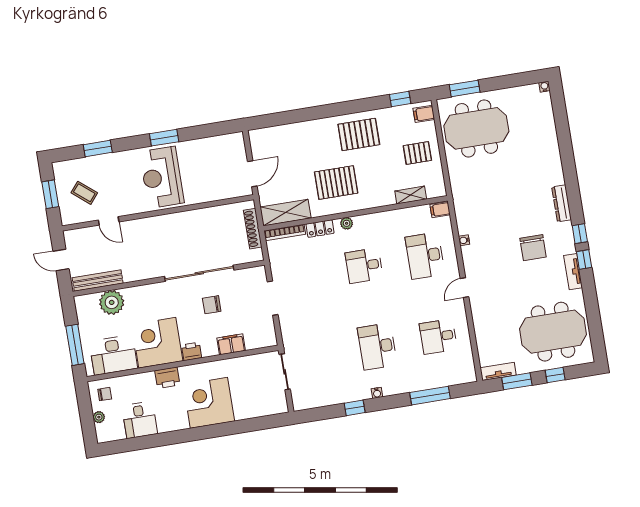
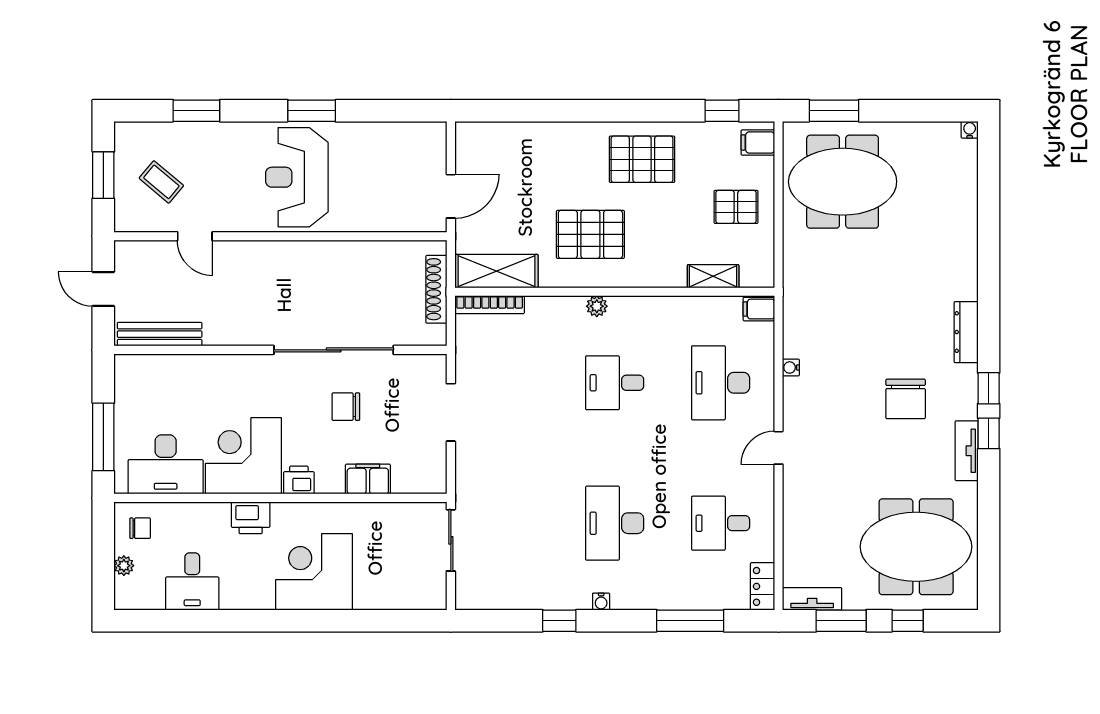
locker: (320, 229) -> (763, 586), moved, turned 90
plant: (112, 302) -> (177, 375), removed

